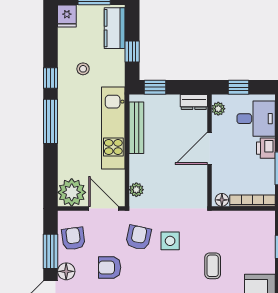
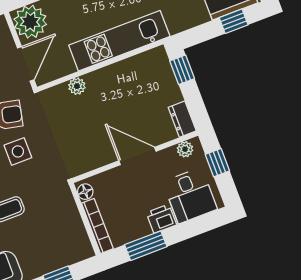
window: (132, 51) -> (234, 21), moved
bench: (136, 128) -> (129, 66), removed
plant: (136, 190) -> (77, 86), moved

